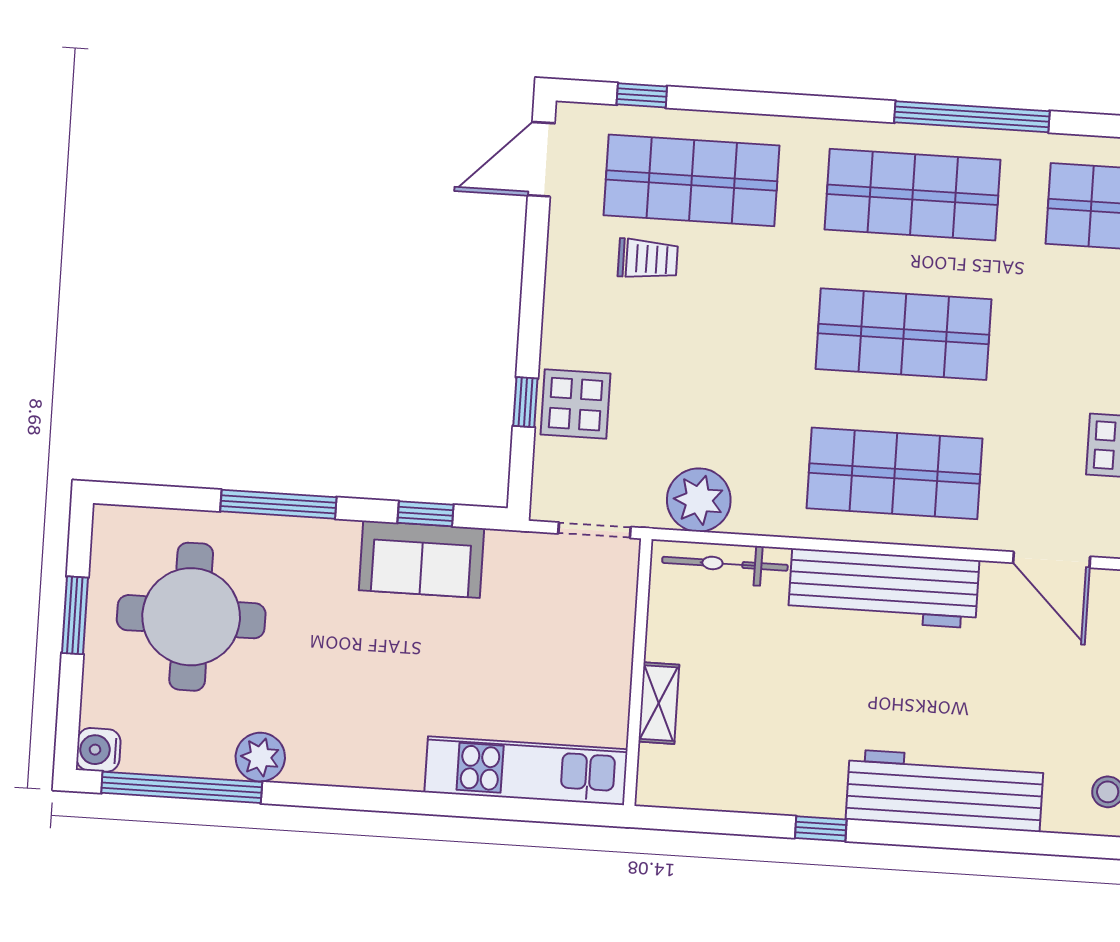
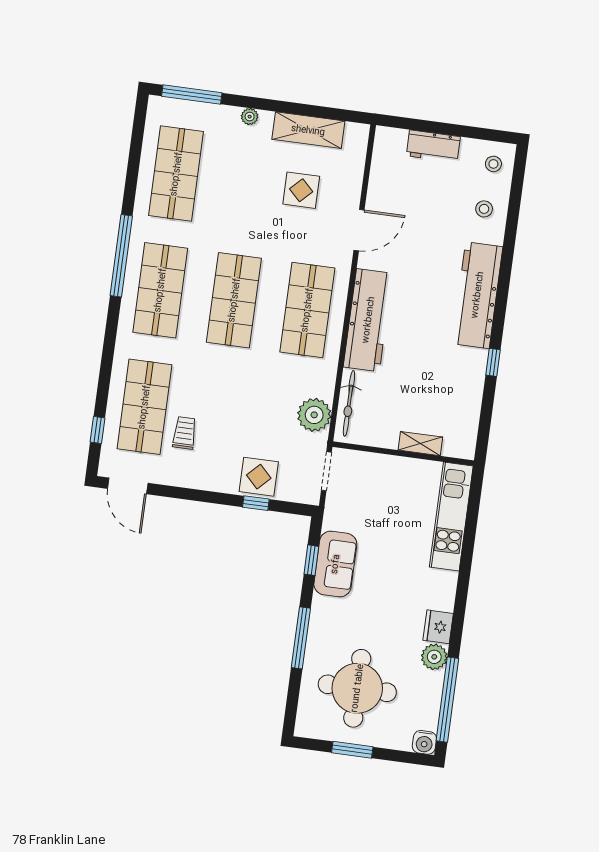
fridge: (317, 760) -> (438, 627), added

